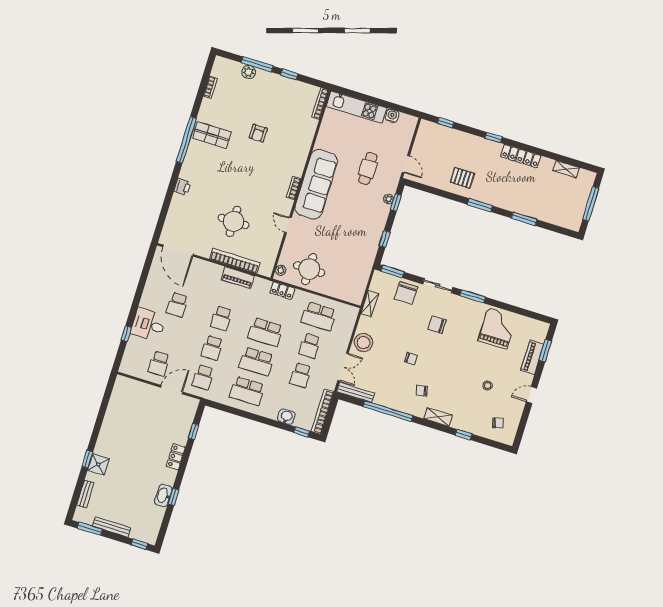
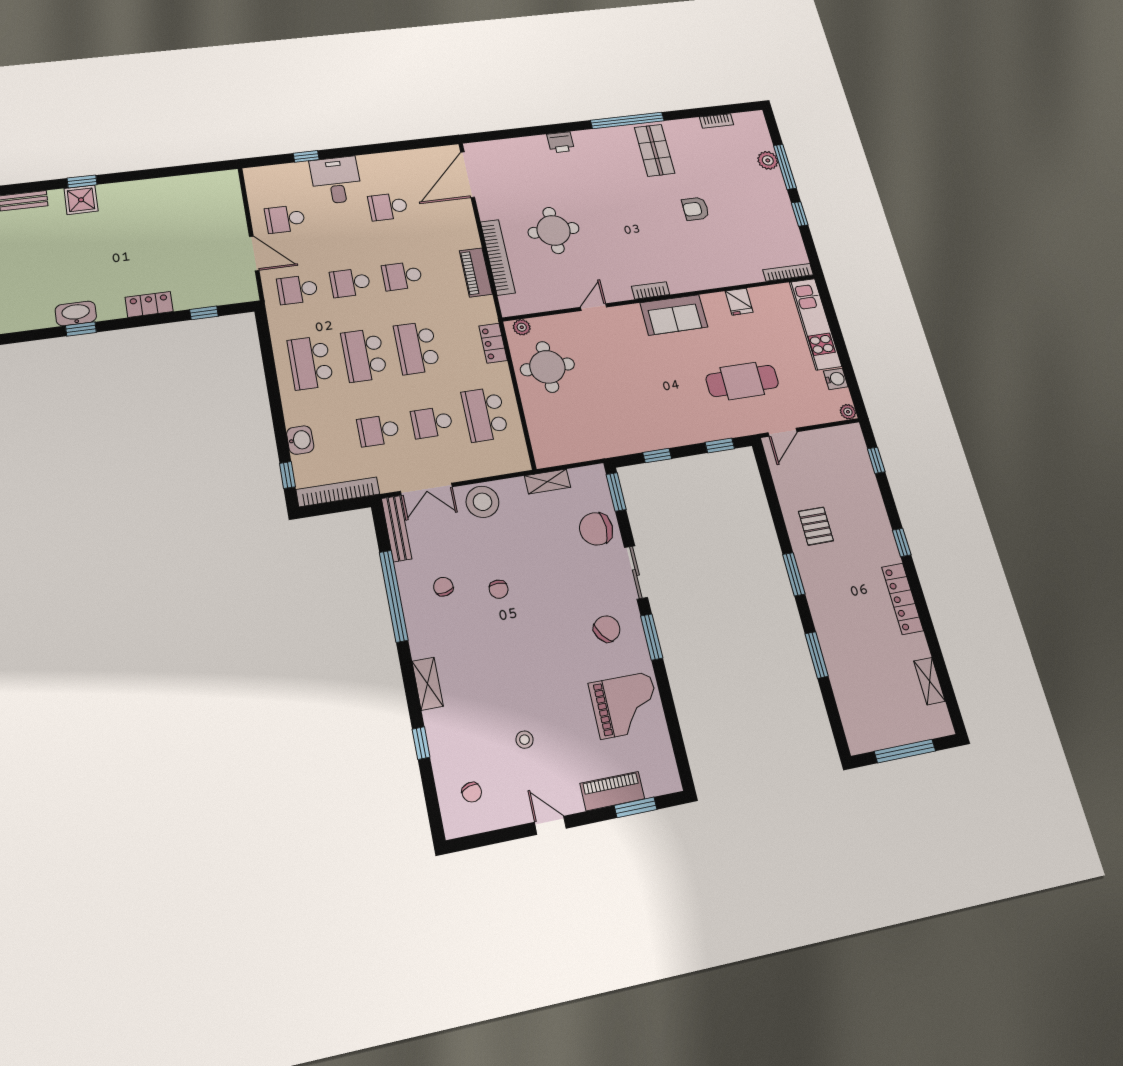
fridge: (323, 142) -> (739, 302), added
cafe table: (368, 168) -> (742, 381), width x1.37, depth x1.35
sofa: (316, 184) -> (674, 315), width x0.54, depth x0.79
plant: (389, 199) -> (848, 412), moved
chair: (437, 325) -> (607, 629), moved, turned 54
chair: (422, 391) -> (443, 587), moved

